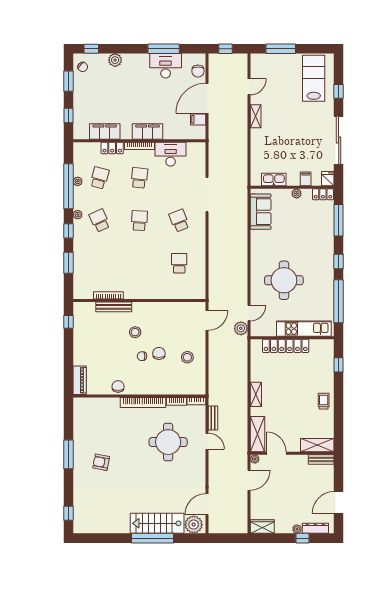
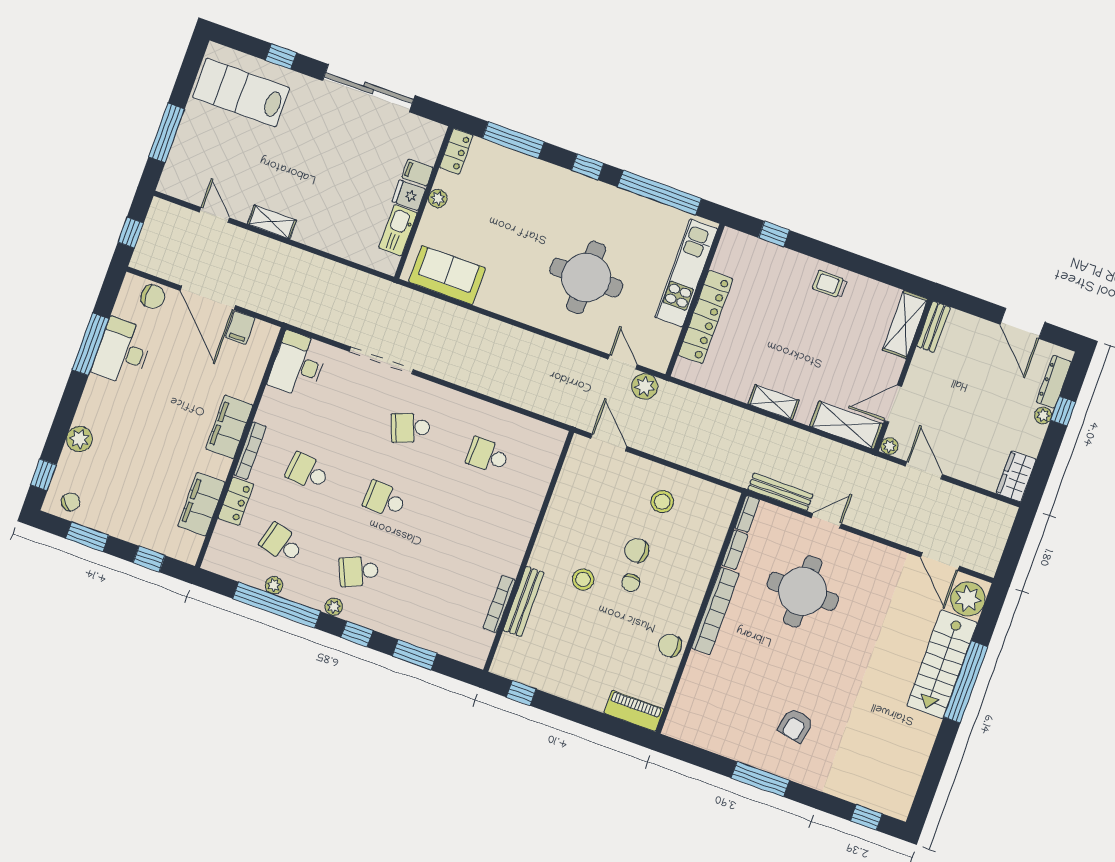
desk: (171, 154) -> (298, 365), moved
fridge: (328, 179) -> (409, 195), moved
bench: (213, 418) -> (780, 492), width x1.36

